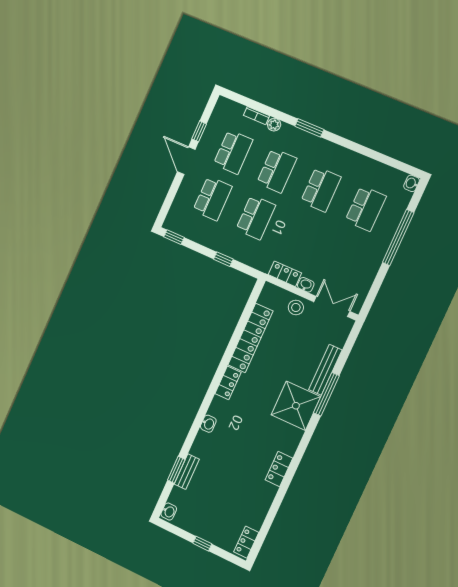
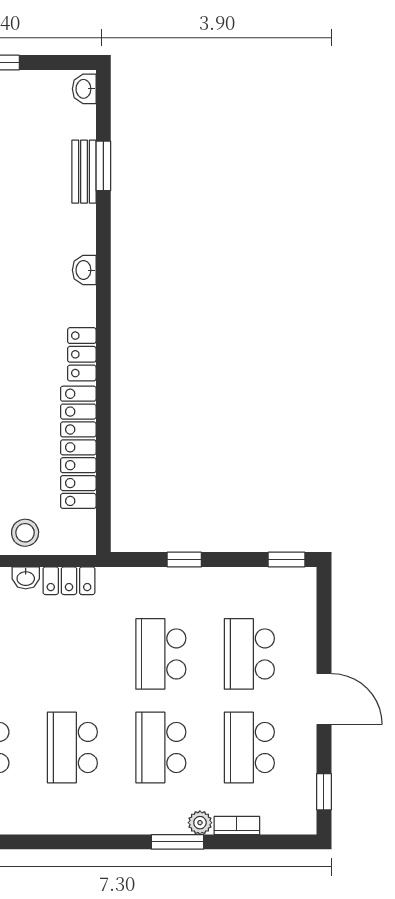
window: (309, 128) -> (178, 842), moved
window: (199, 131) -> (324, 792), moved

